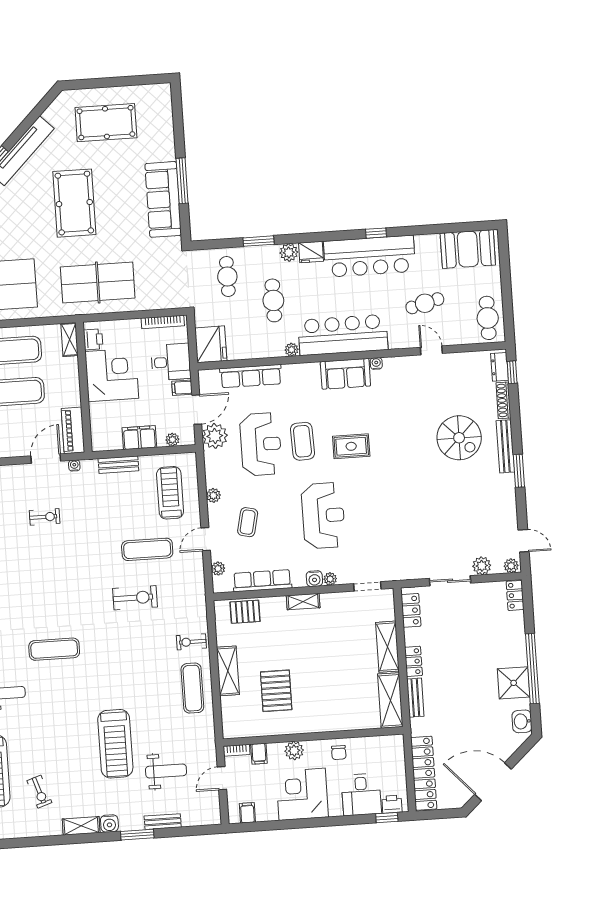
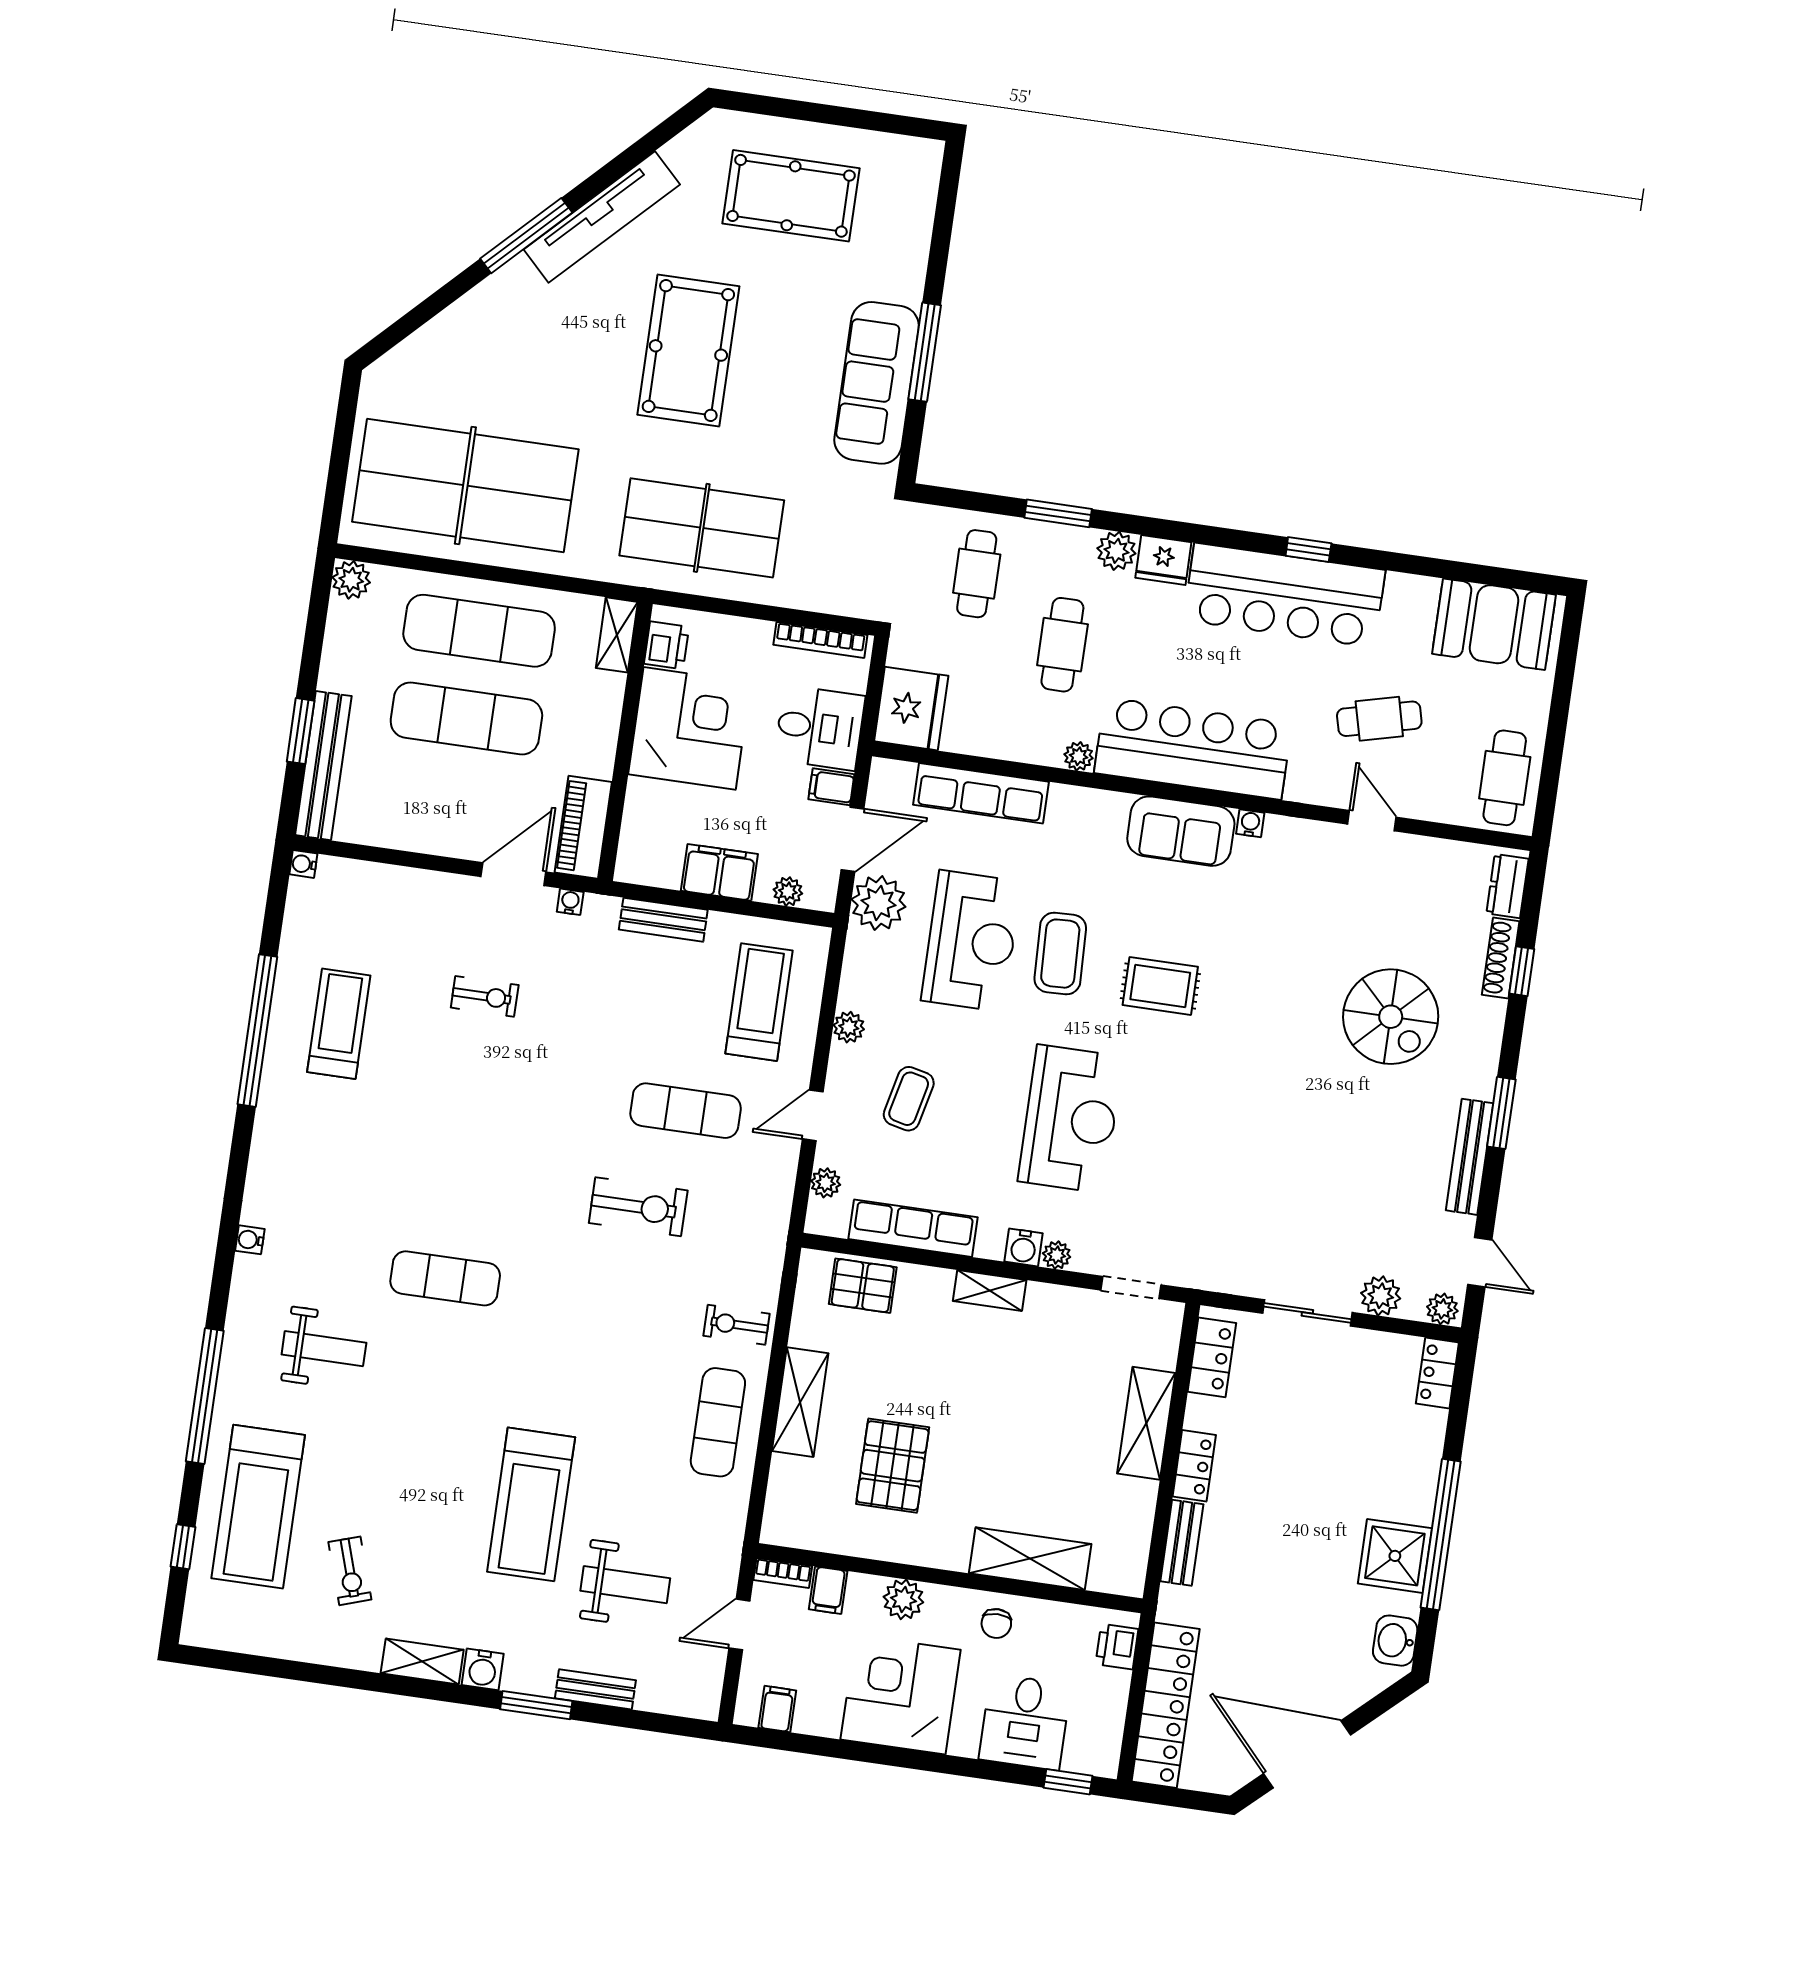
window: (512, 372) -> (1522, 971), moved
bench: (505, 446) -> (1470, 1157), moved
shelving: (390, 700) -> (1030, 1559), moved, turned 90
printer: (392, 804) -> (1117, 1647), moved, turned -90

